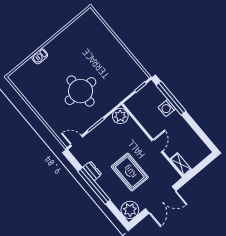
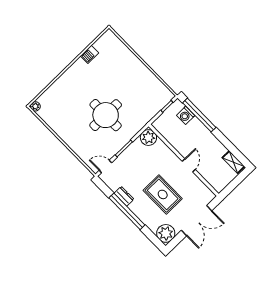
barbecue: (40, 56) -> (90, 54), moved
plant: (13, 77) -> (35, 106), added
washing machine: (167, 108) -> (186, 115), moved
shelving: (181, 164) -> (233, 162), moved

